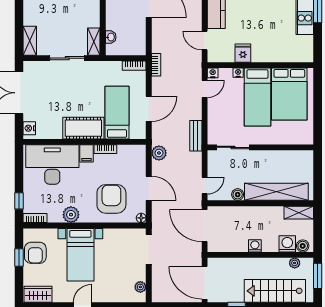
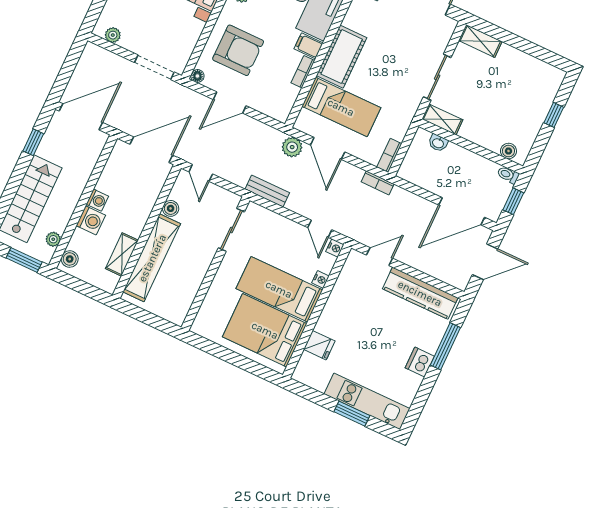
fridge: (243, 53) -> (319, 345), moved
plant: (159, 153) -> (292, 147), moved
shelving: (299, 213) -> (122, 254), moved
washing machine: (287, 244) -> (91, 220), moved

